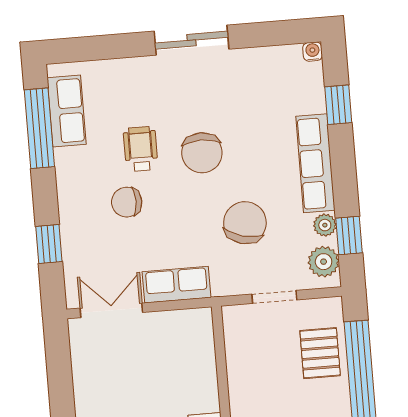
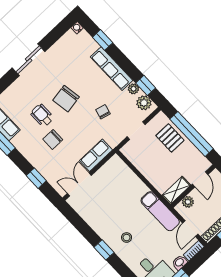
chair: (202, 153) -> (66, 99), turned 81
chair: (245, 223) -> (103, 112), width x0.54, depth x0.54

